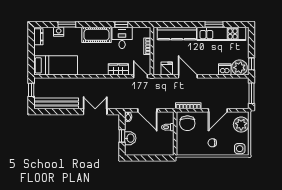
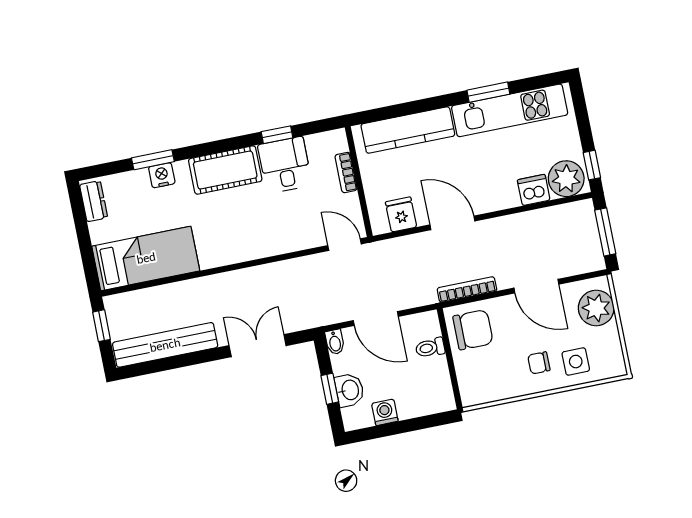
nightstand: (59, 32) -> (162, 175), moved
wardrobe: (118, 69) -> (291, 239), removed
door: (218, 110) -> (536, 286), hinge flipped
chair: (187, 123) -> (473, 330), turned -90
side table: (240, 149) -> (576, 362), moved
washing machine: (143, 151) -> (385, 412), added

